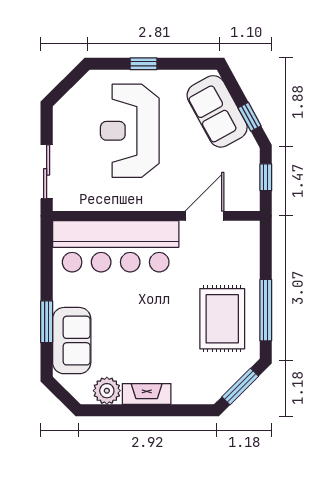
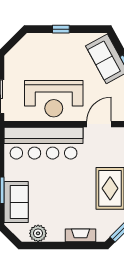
reception desk: (130, 131) -> (54, 99), moved, turned -90
fireplace: (147, 394) -> (81, 235), moved

